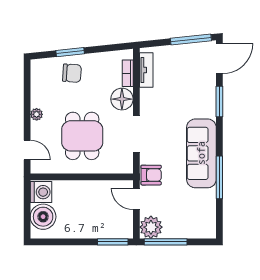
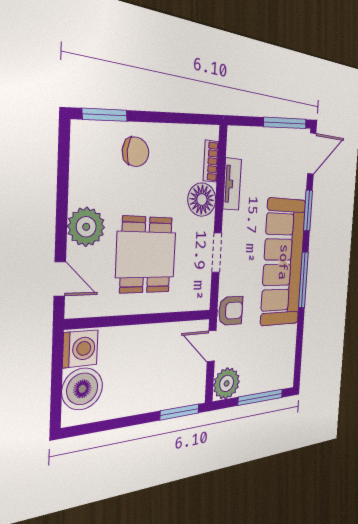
window: (70, 52) -> (105, 115), moved
tv unit: (146, 70) -> (232, 184), moved
plant: (37, 114) -> (86, 227), width x1.87, depth x1.87
doorway: (136, 134) -> (217, 253), width x0.73
sofa: (201, 153) -> (283, 262), width x1.36, depth x1.27
window: (219, 177) -> (303, 280), moved
window: (166, 242) -> (261, 397), moved

